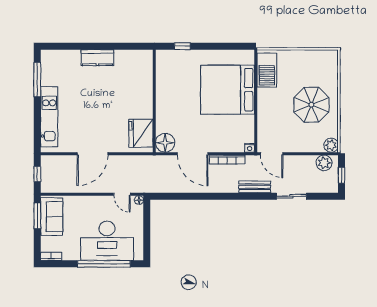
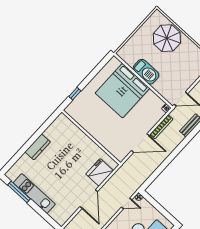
barbecue: (267, 70) -> (146, 72), moved
parasol: (311, 105) -> (167, 38), moved
kitchen unit: (49, 117) -> (34, 194), moved
fridge: (141, 133) -> (100, 172), moved, turned 90
floor lamp: (165, 143) -> (120, 153), removed

